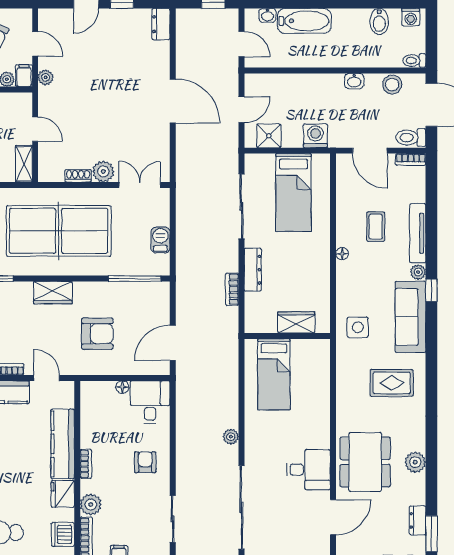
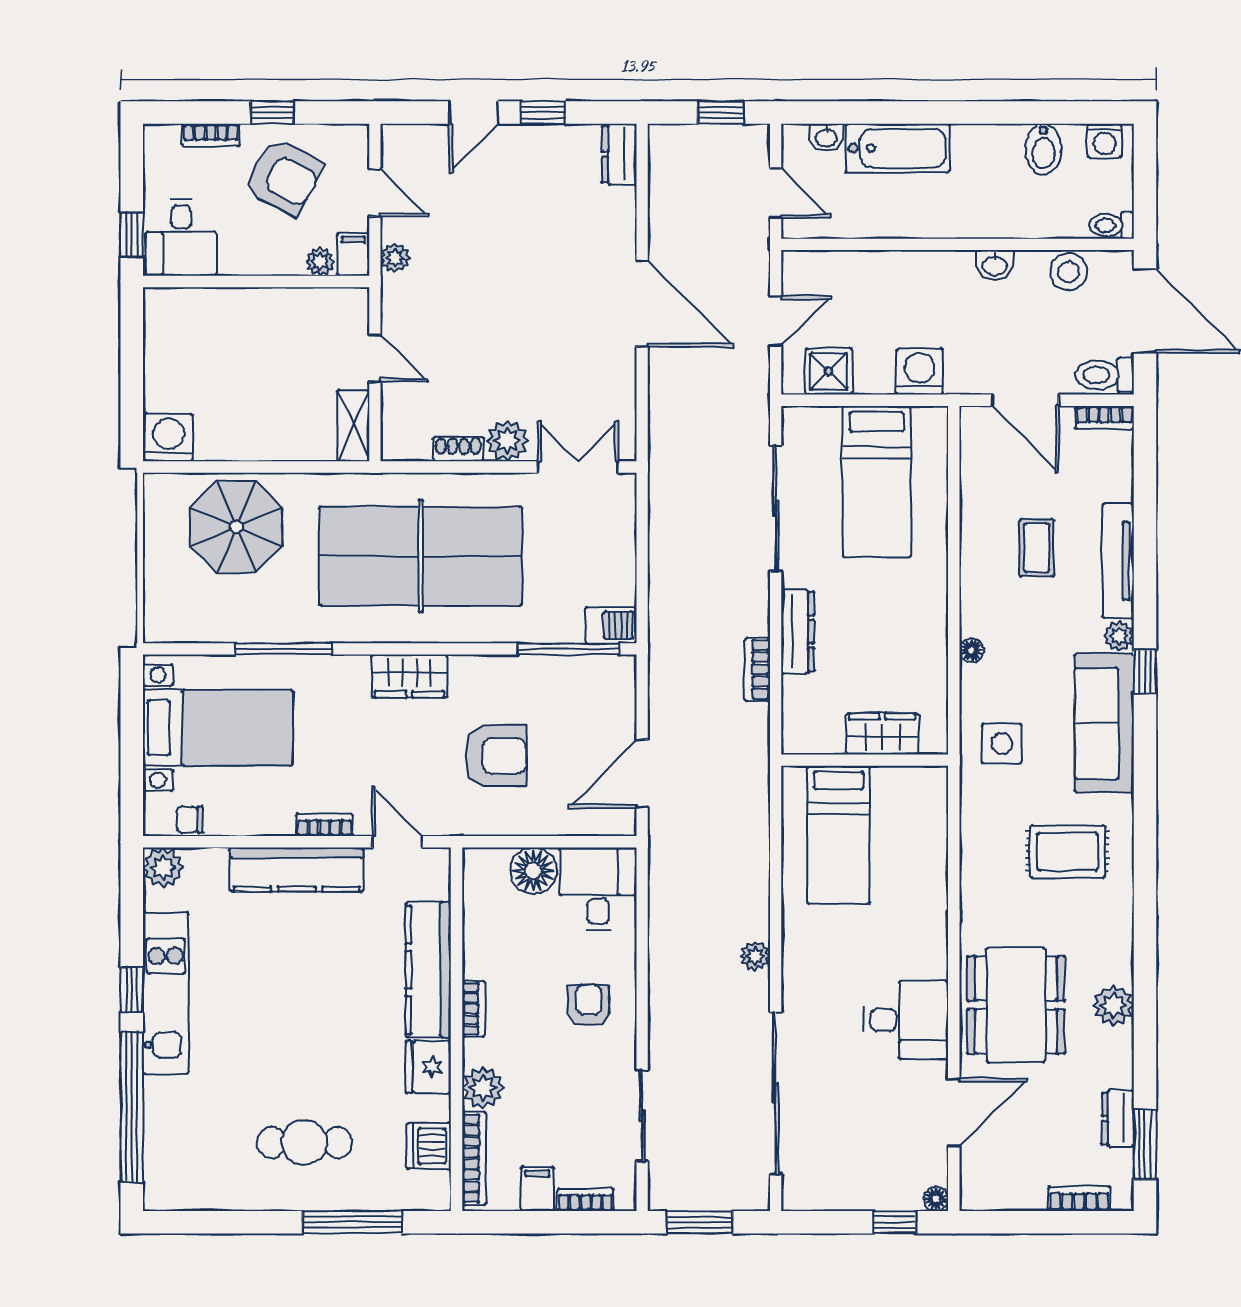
barbecue: (160, 240) -> (611, 625), moved, turned 90
floor lamp: (342, 254) -> (971, 650), moved
floor lamp: (122, 387) -> (533, 871), width x1.89, depth x1.89

